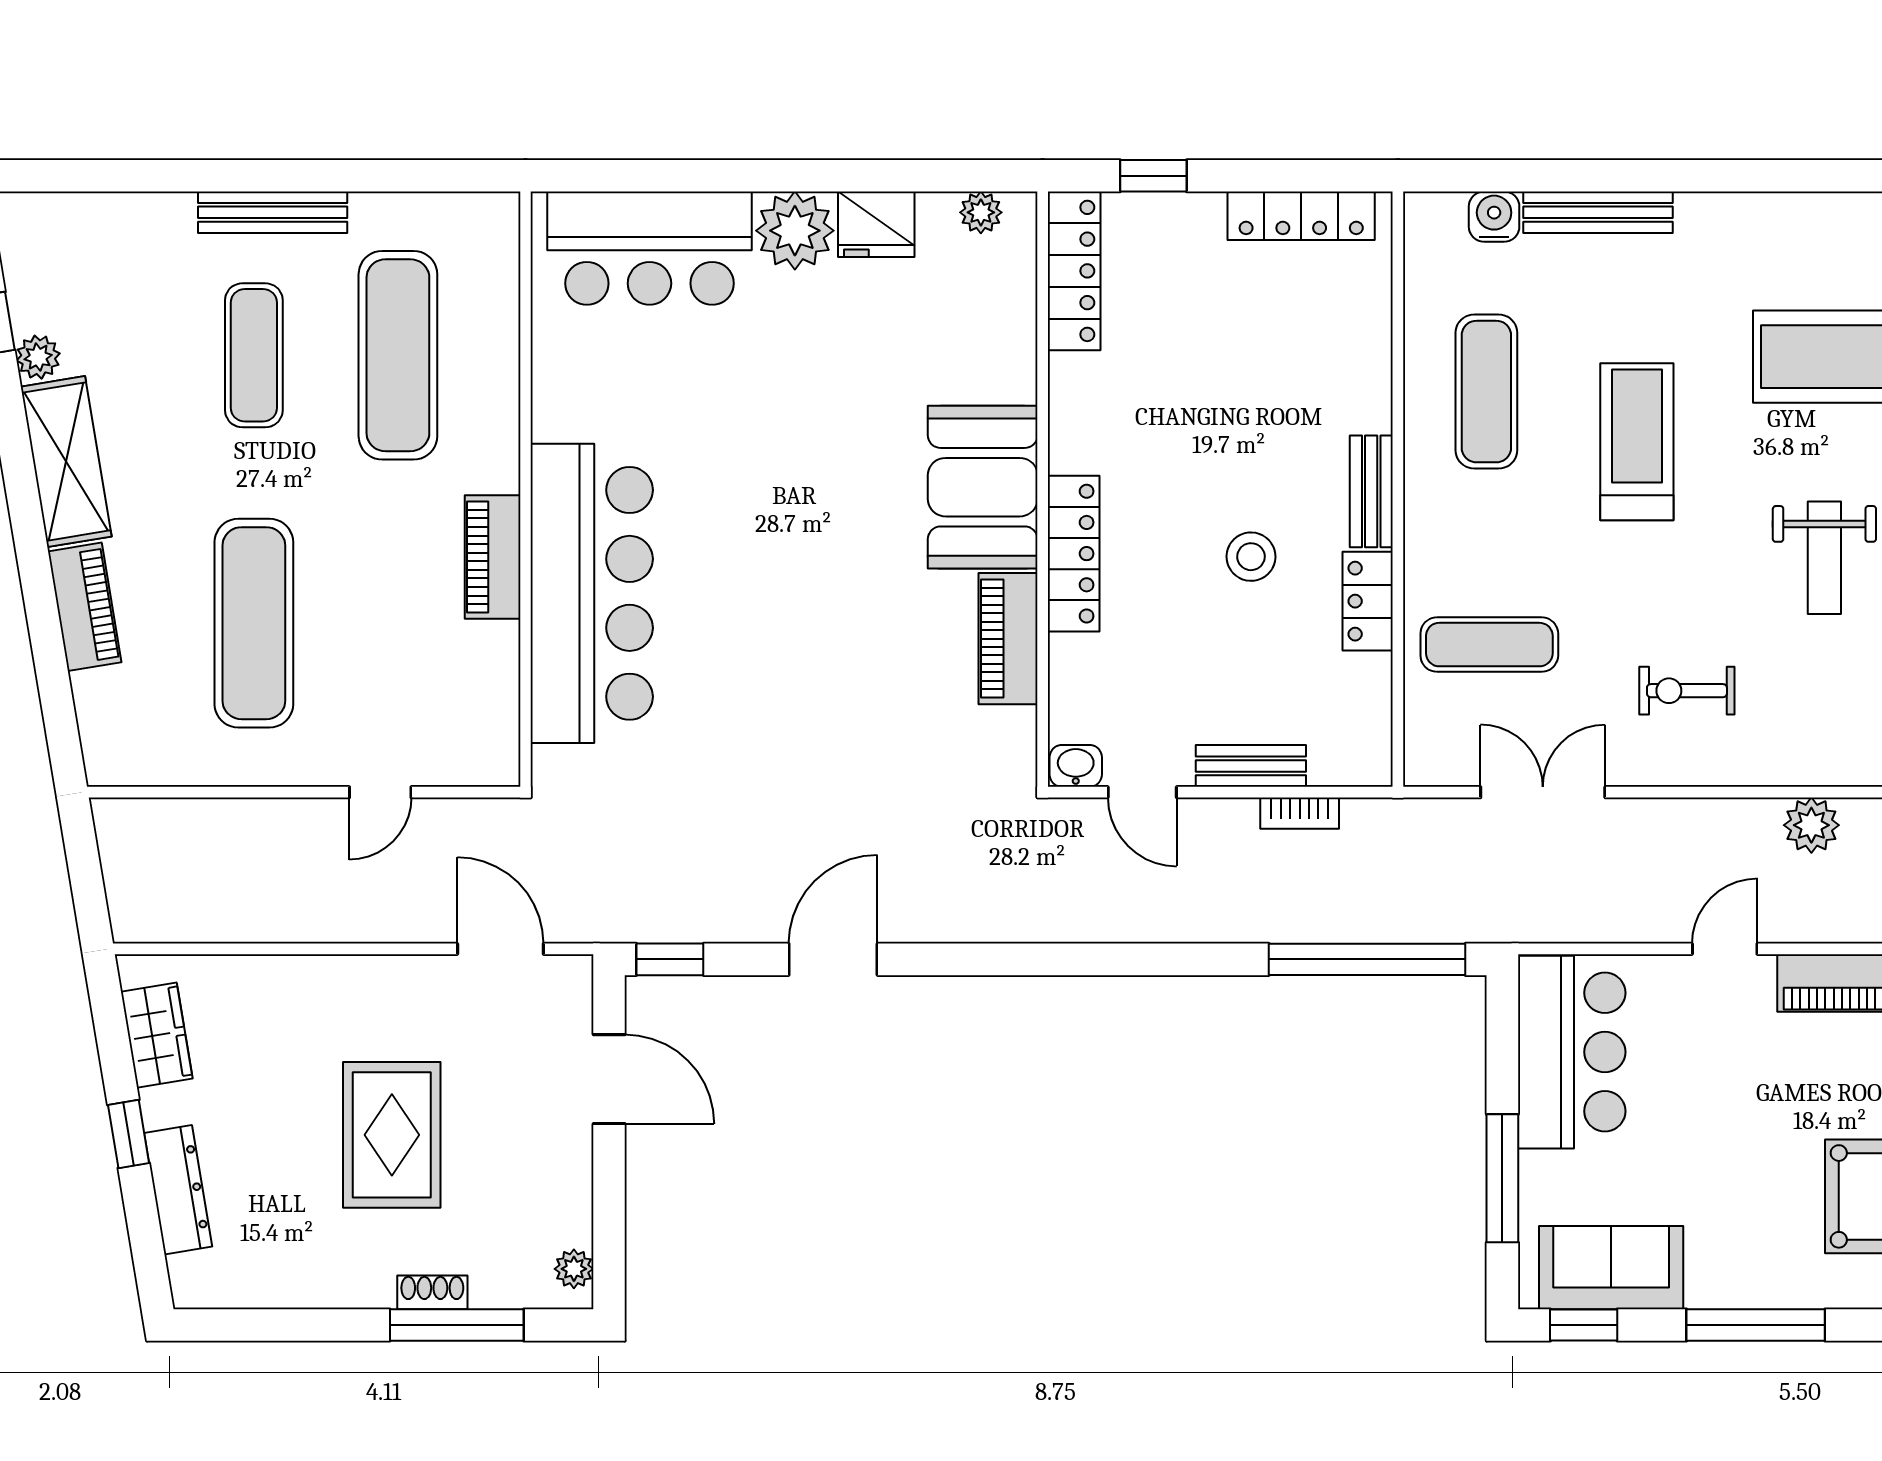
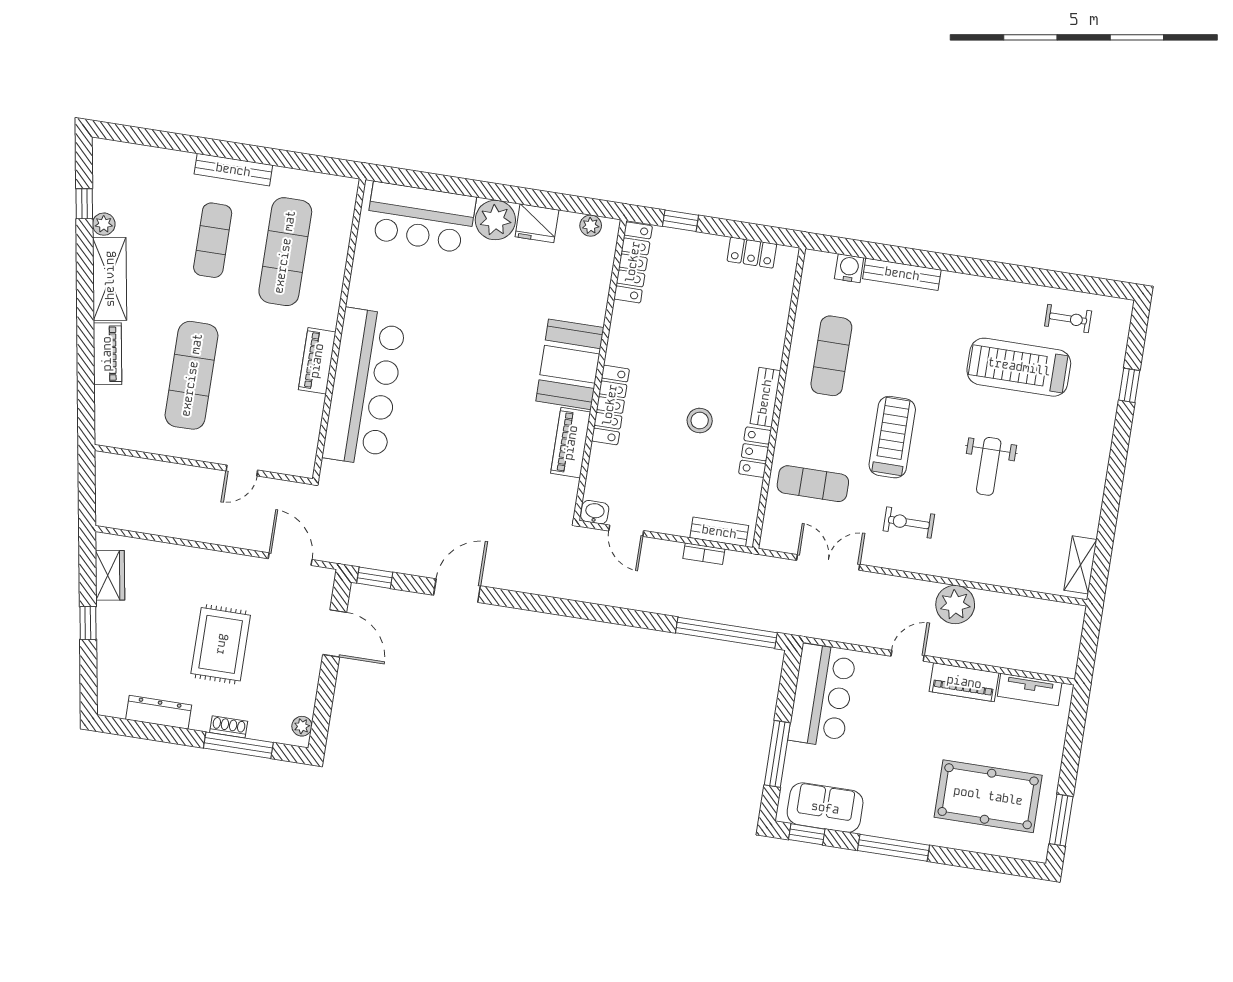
locker: (1301, 216) -> (752, 253), width x0.66
treadmill: (1637, 442) -> (892, 437), moved
bench: (1251, 766) -> (719, 532), moved
plant: (1811, 825) -> (955, 605), width x1.36, depth x1.36
dresser: (178, 1190) -> (159, 712), moved, turned -81

